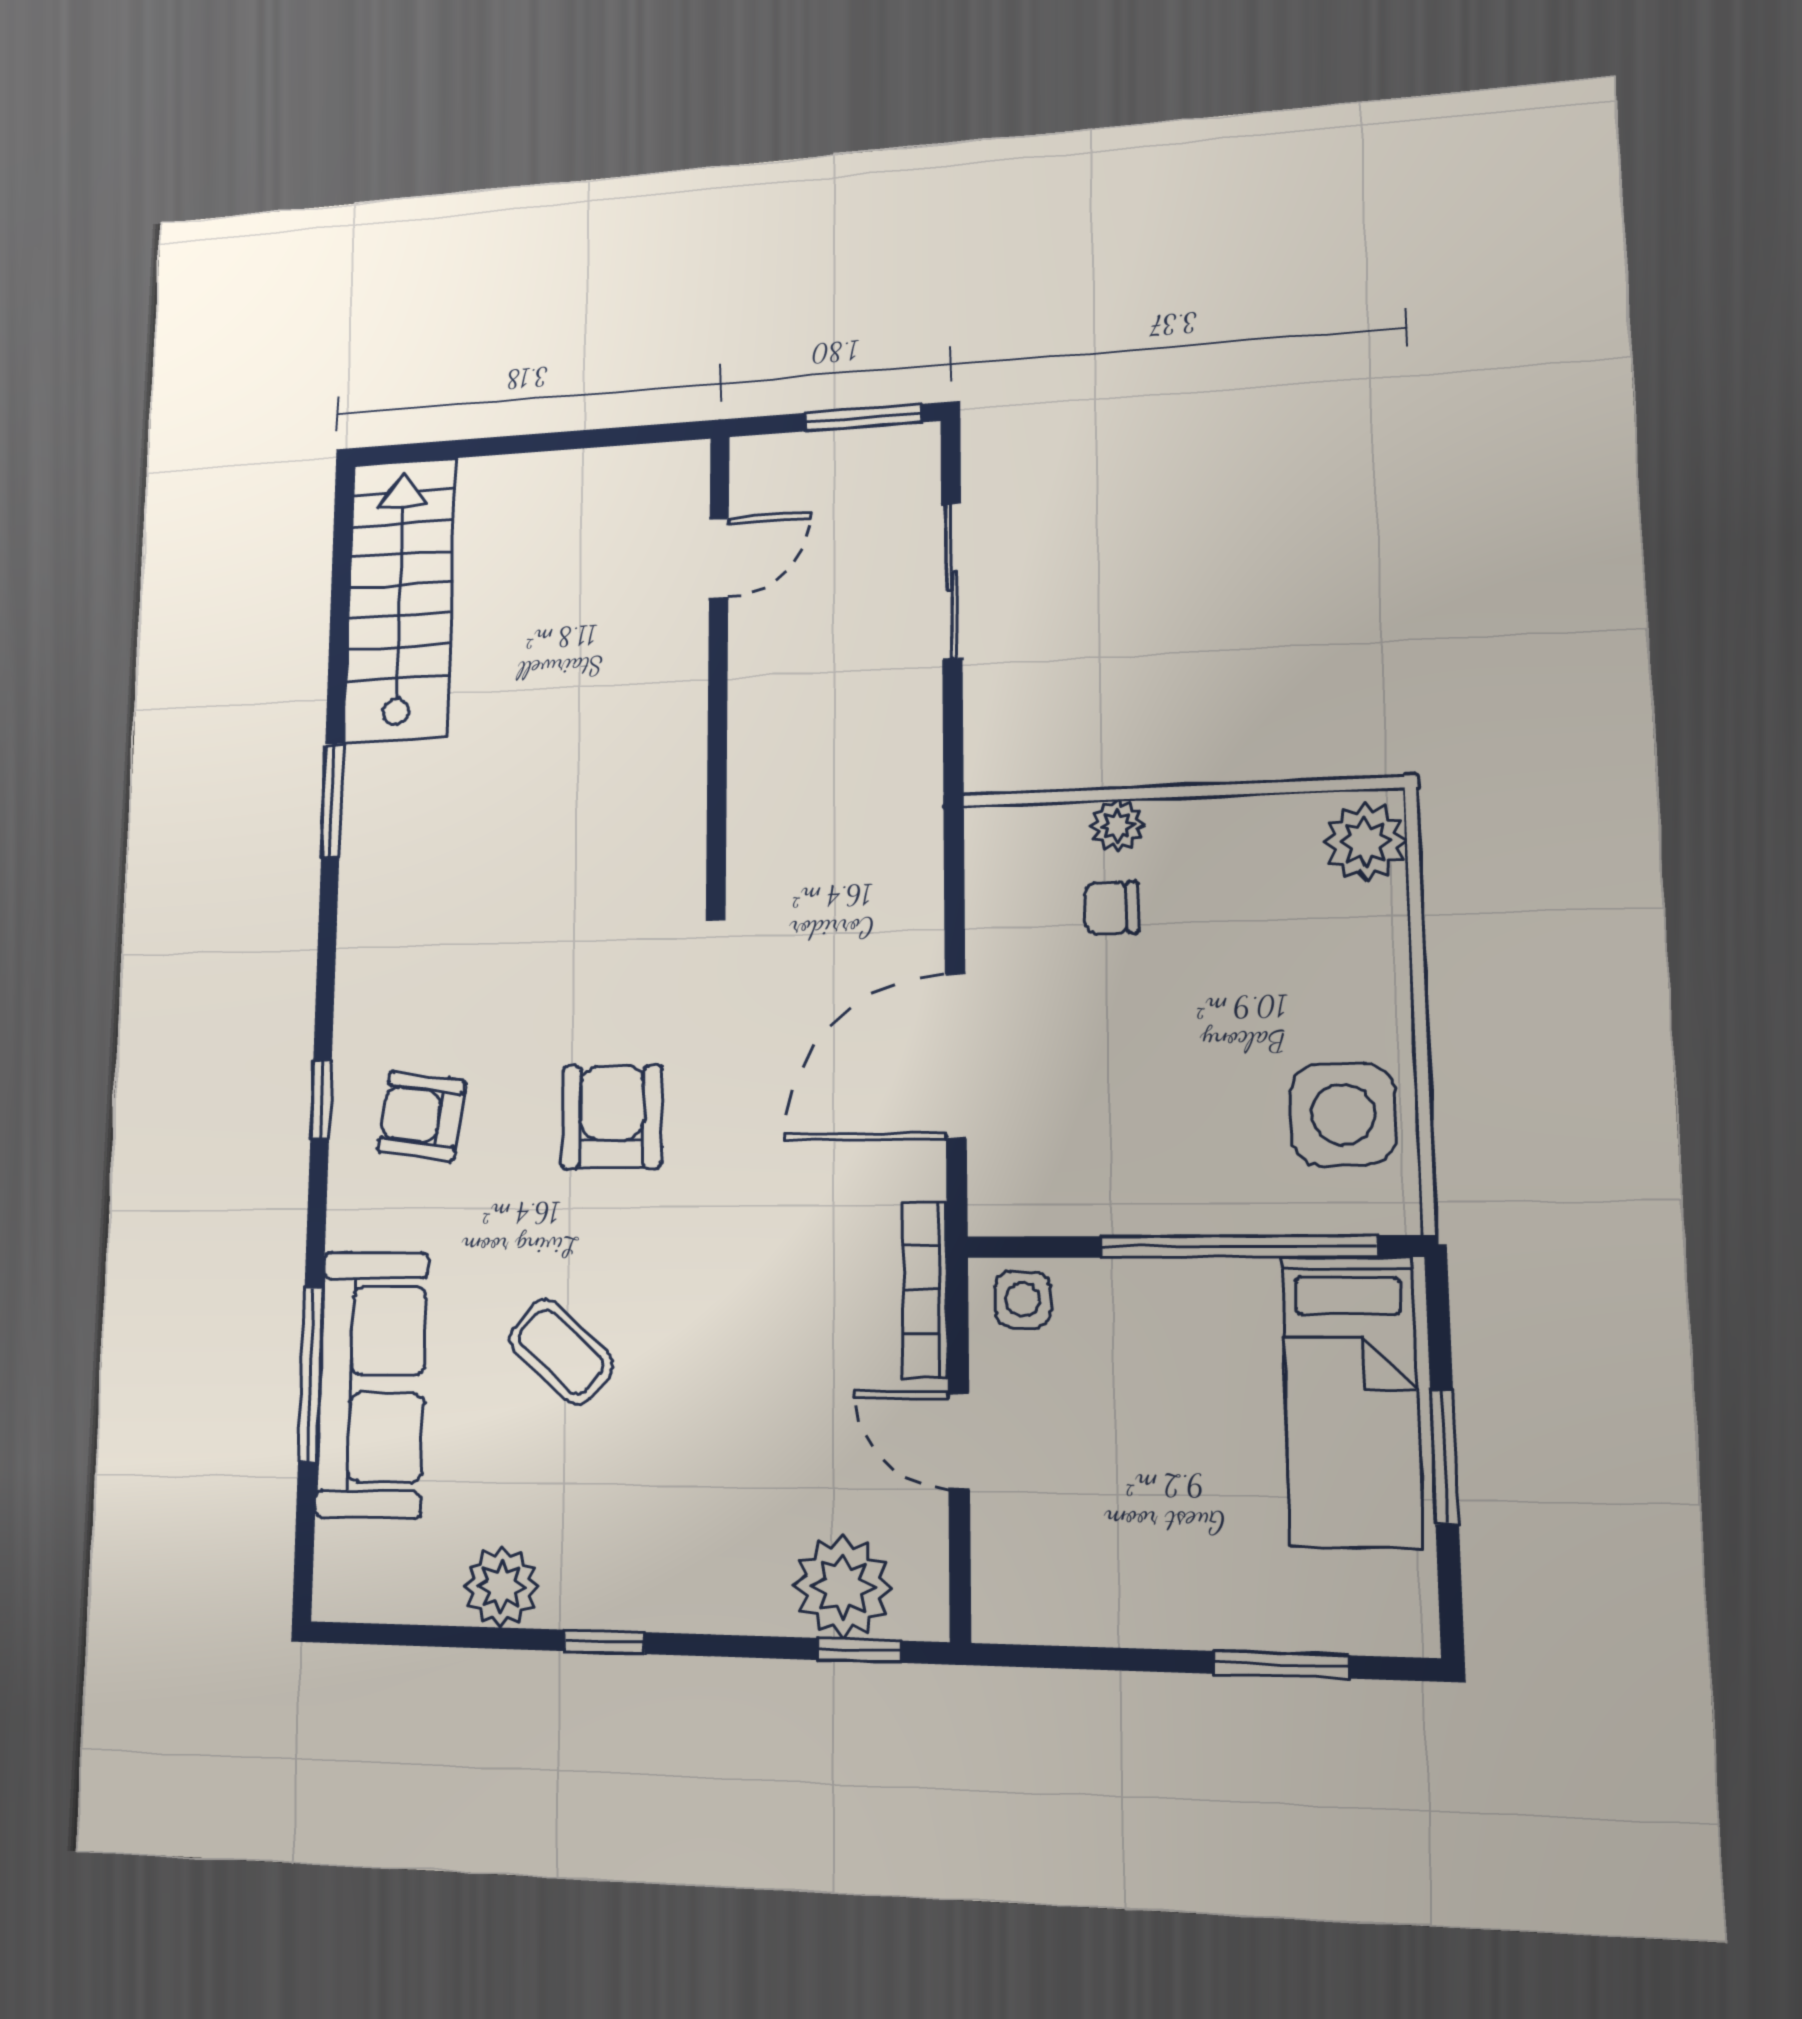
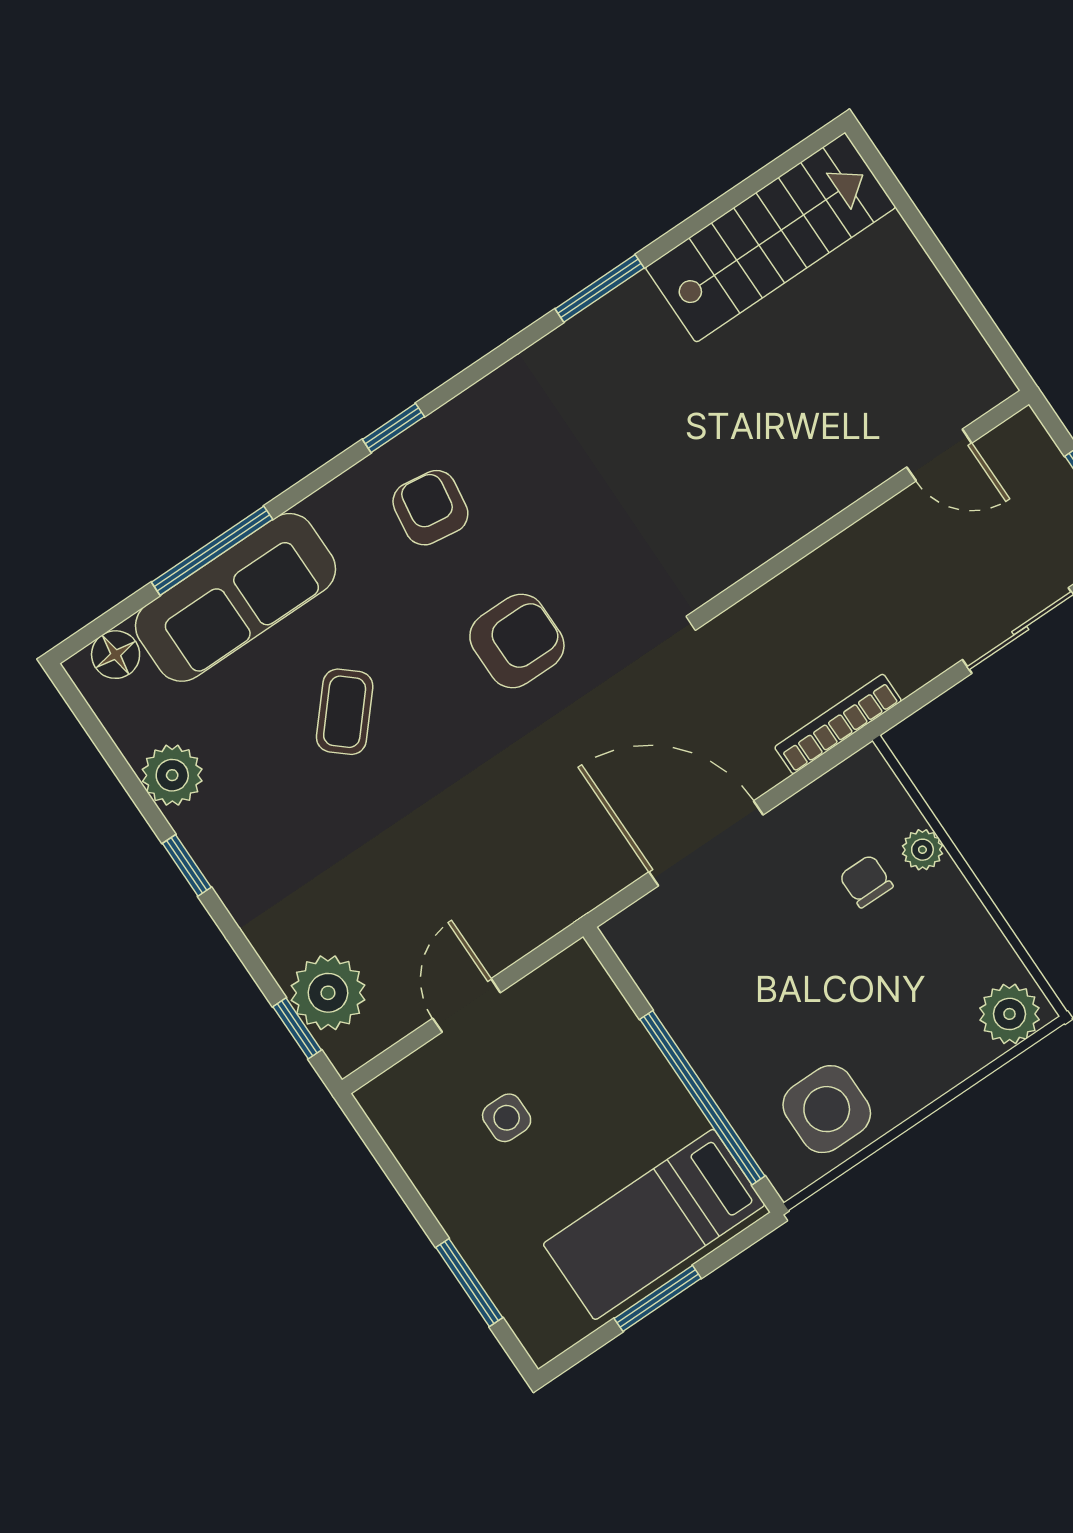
bookcase: (925, 1290) -> (838, 724), moved
side table: (1023, 1299) -> (507, 1118), moved
floor lamp: (342, 1554) -> (116, 655), added

